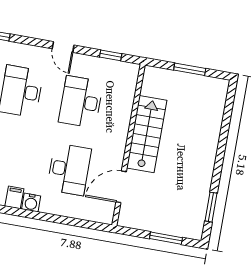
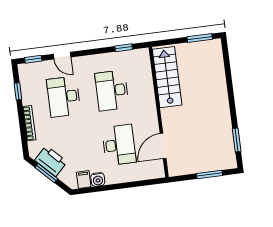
door: (63, 47) -> (62, 56), moved
window: (190, 69) -> (200, 38), moved
stairs: (147, 134) -> (167, 77), moved

